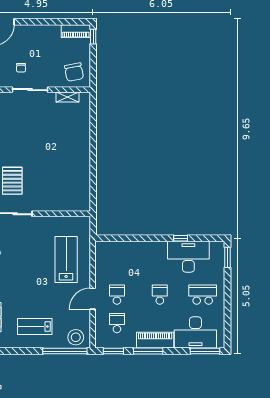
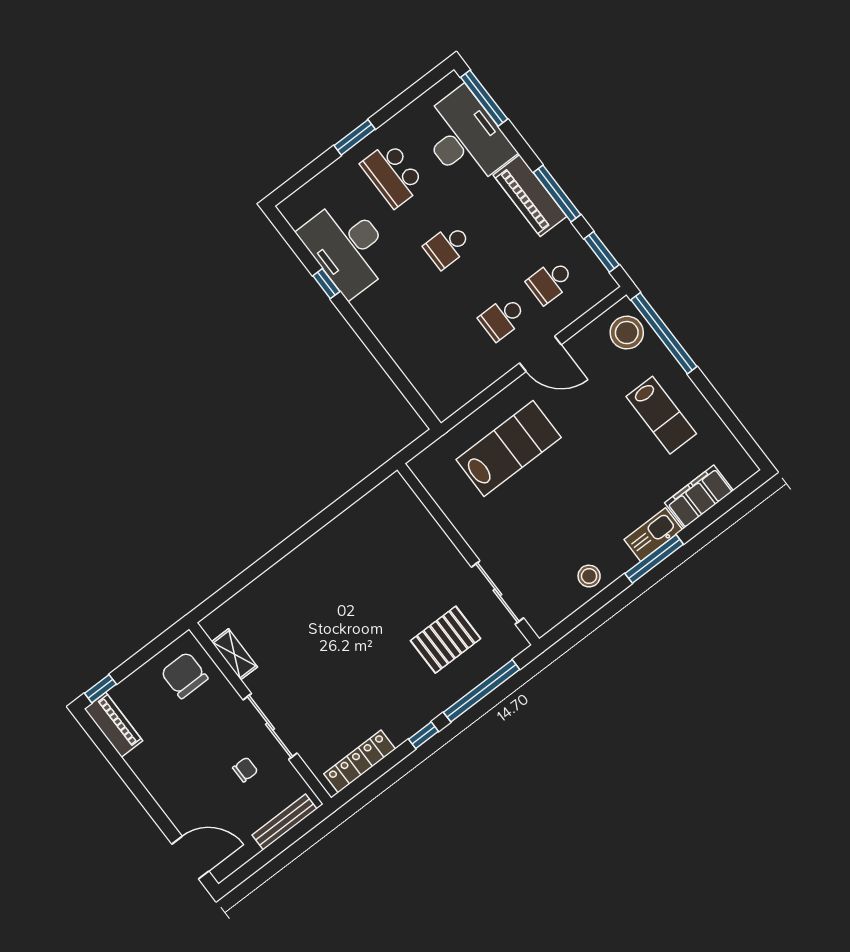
chair: (74, 72) -> (184, 675), turned -79
window: (228, 257) -> (355, 137), moved
lab bench: (66, 259) -> (509, 448), turned 180

